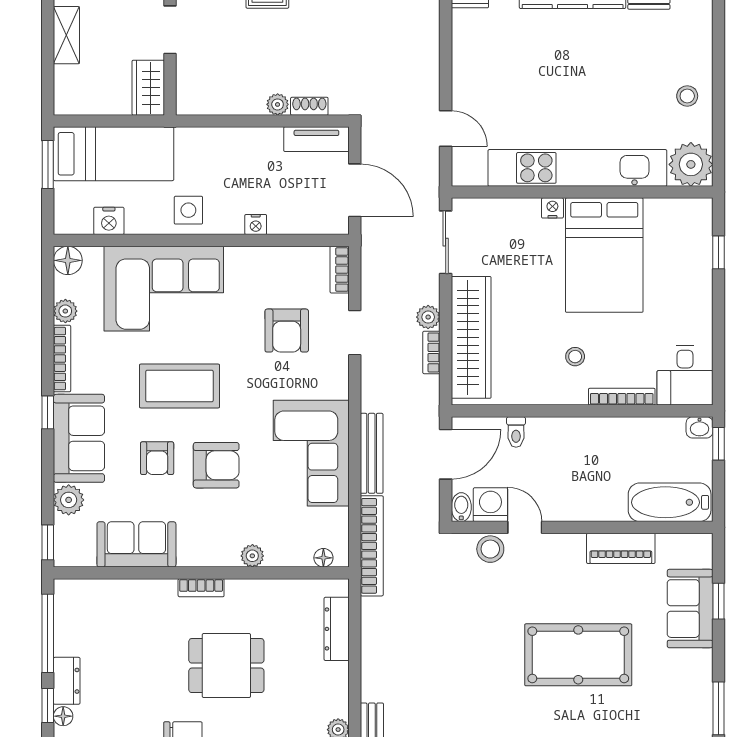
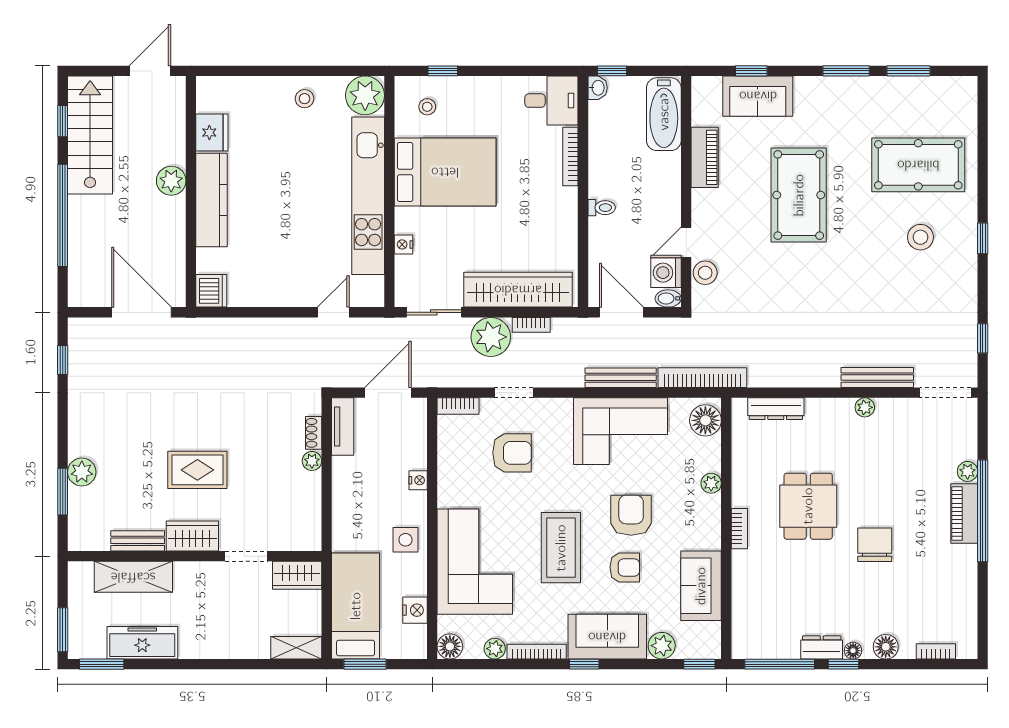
shelving: (66, 35) -> (296, 648), moved
nightstand: (552, 208) -> (404, 244), moved
plant: (428, 317) -> (491, 337), width x1.88, depth x1.88
stool: (575, 357) -> (427, 107), moved
toilet: (516, 432) -> (602, 208), moved
floor lamp: (323, 558) -> (705, 420), width x1.89, depth x1.89

